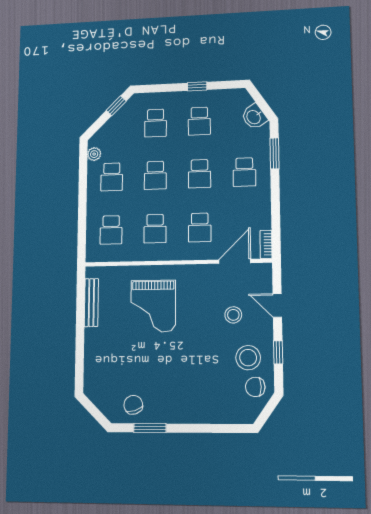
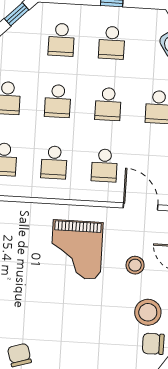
door: (235, 261) -> (141, 206), hinge flipped
grand piano: (153, 306) -> (77, 250), moved

